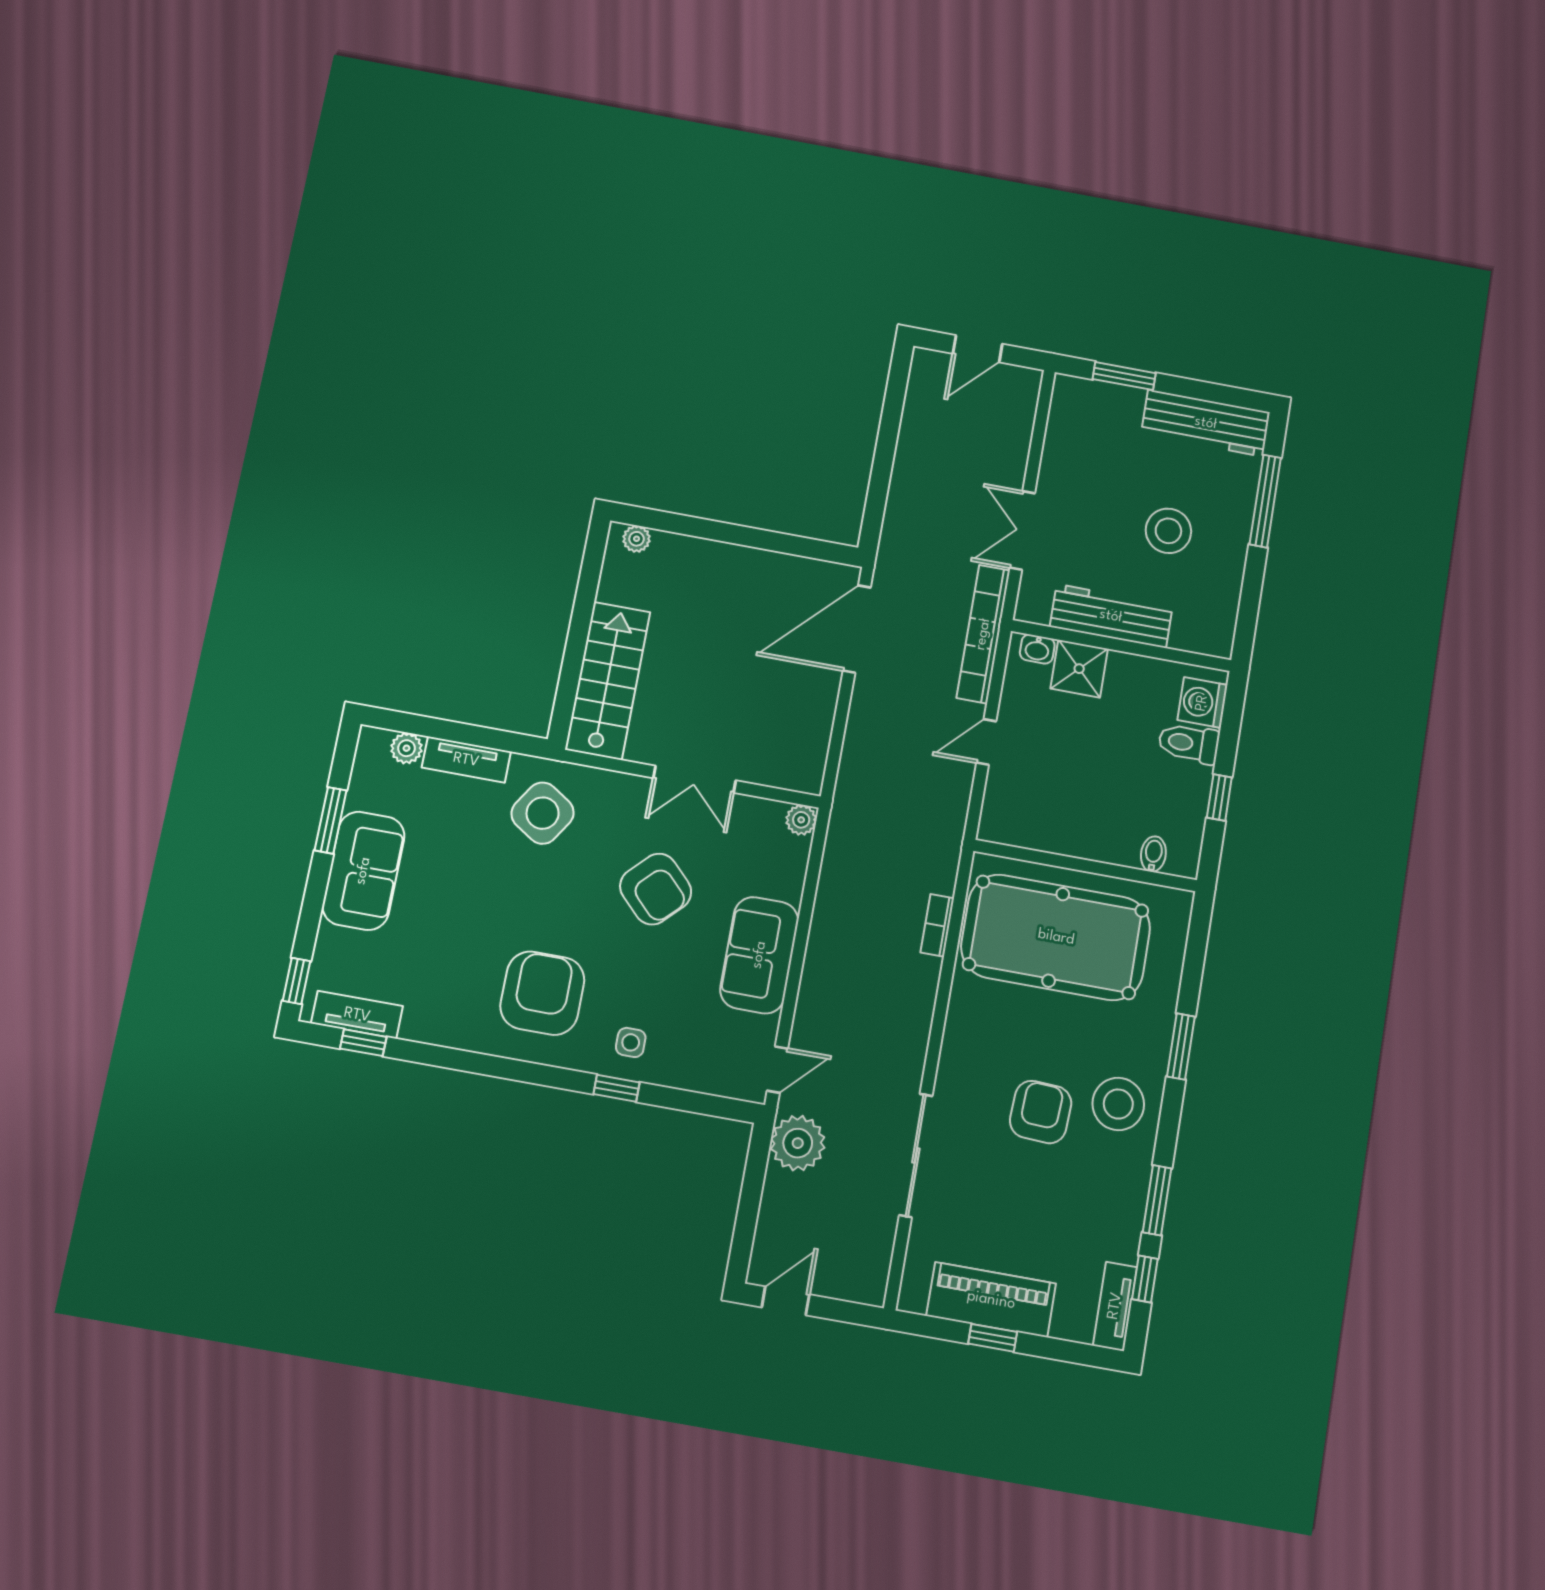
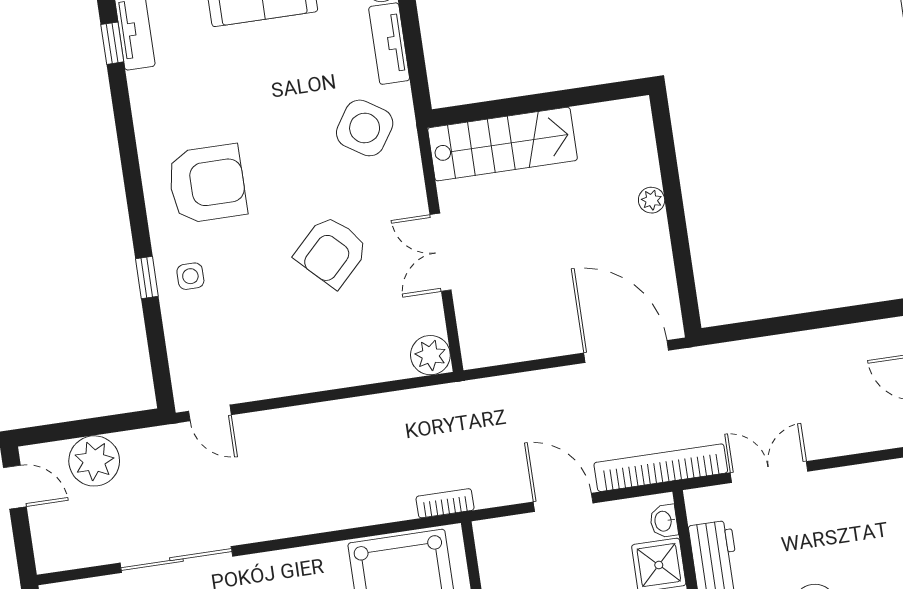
plant: (637, 539) -> (652, 200), moved
door: (986, 742) -> (563, 502), width x1.38
plant: (801, 820) -> (430, 355), width x1.38, depth x1.38
bookcase: (937, 925) -> (445, 503), moved
sofa: (759, 955) -> (304, 363), removed
plant: (798, 1143) -> (94, 461), moved

